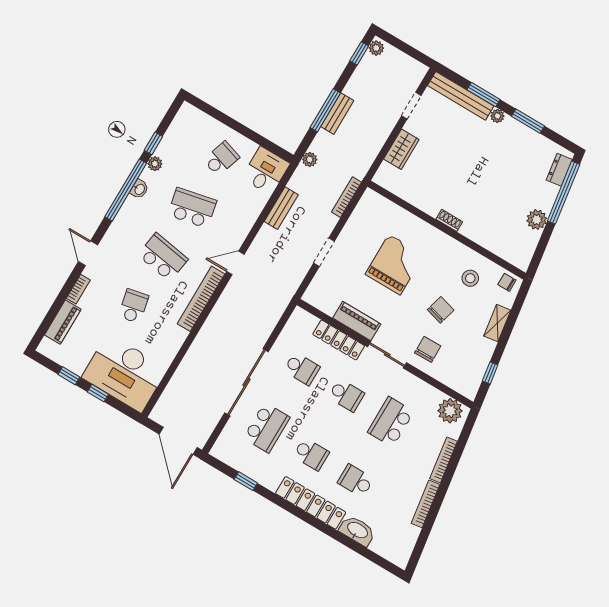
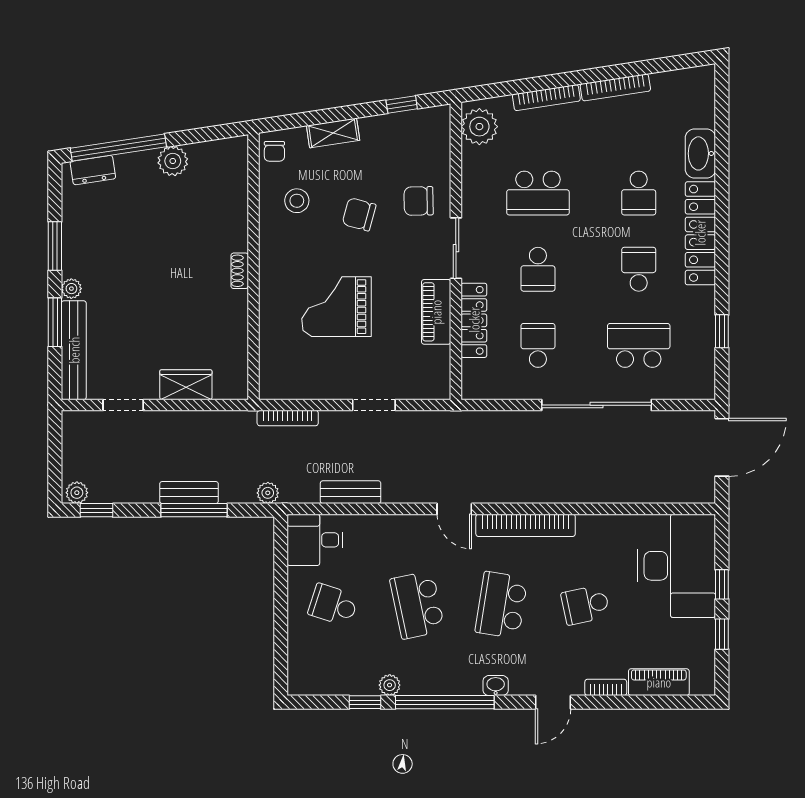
washbasin: (139, 189) -> (496, 686), moved
school desk: (346, 395) -> (538, 269), turned 180

